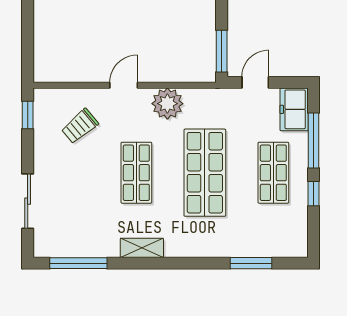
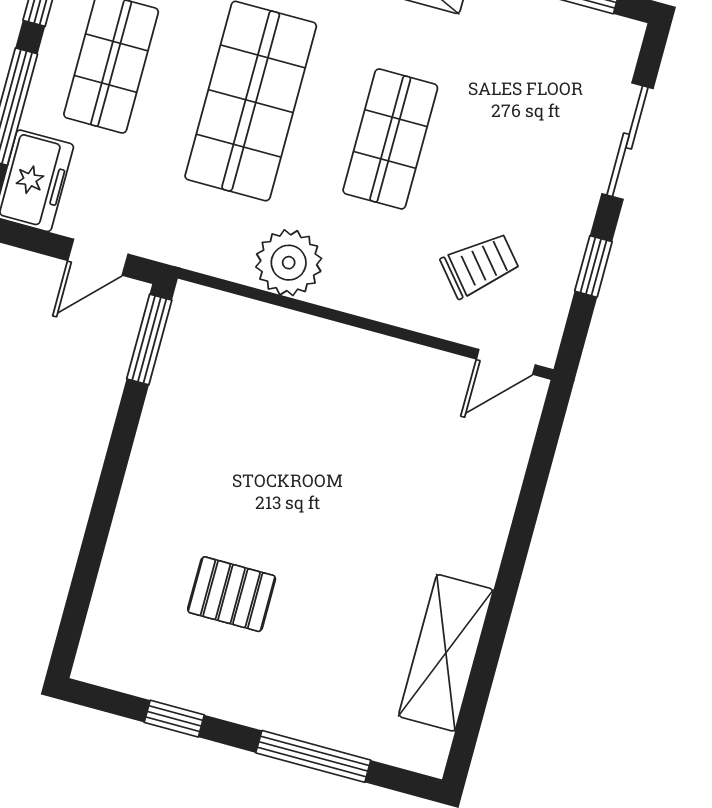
door: (124, 85) -> (506, 362), moved
window: (28, 115) -> (593, 266), moved

